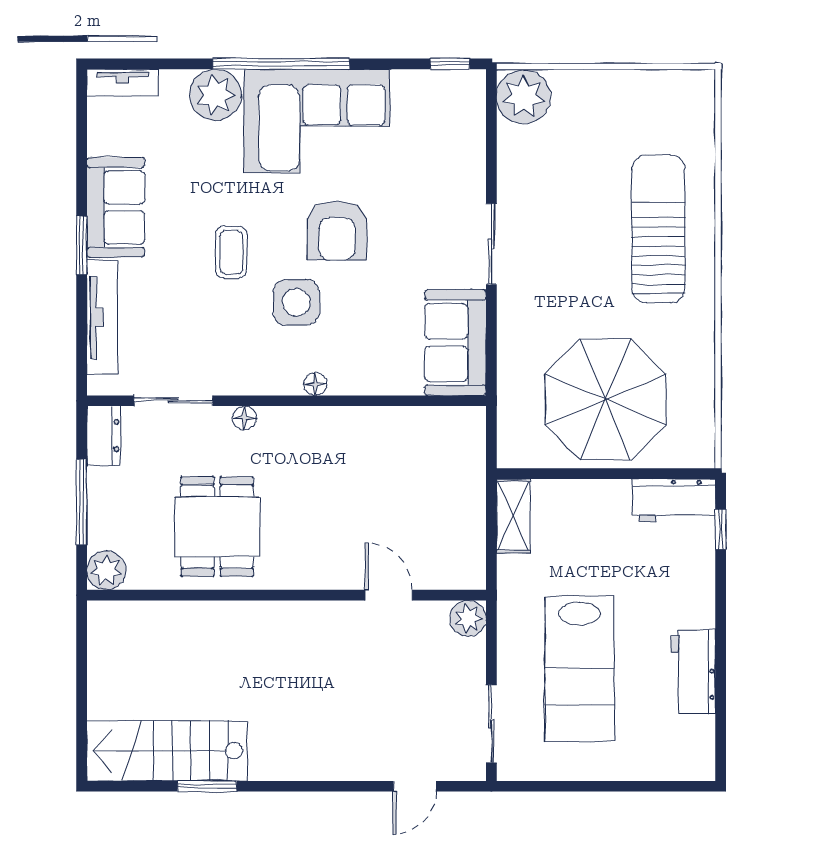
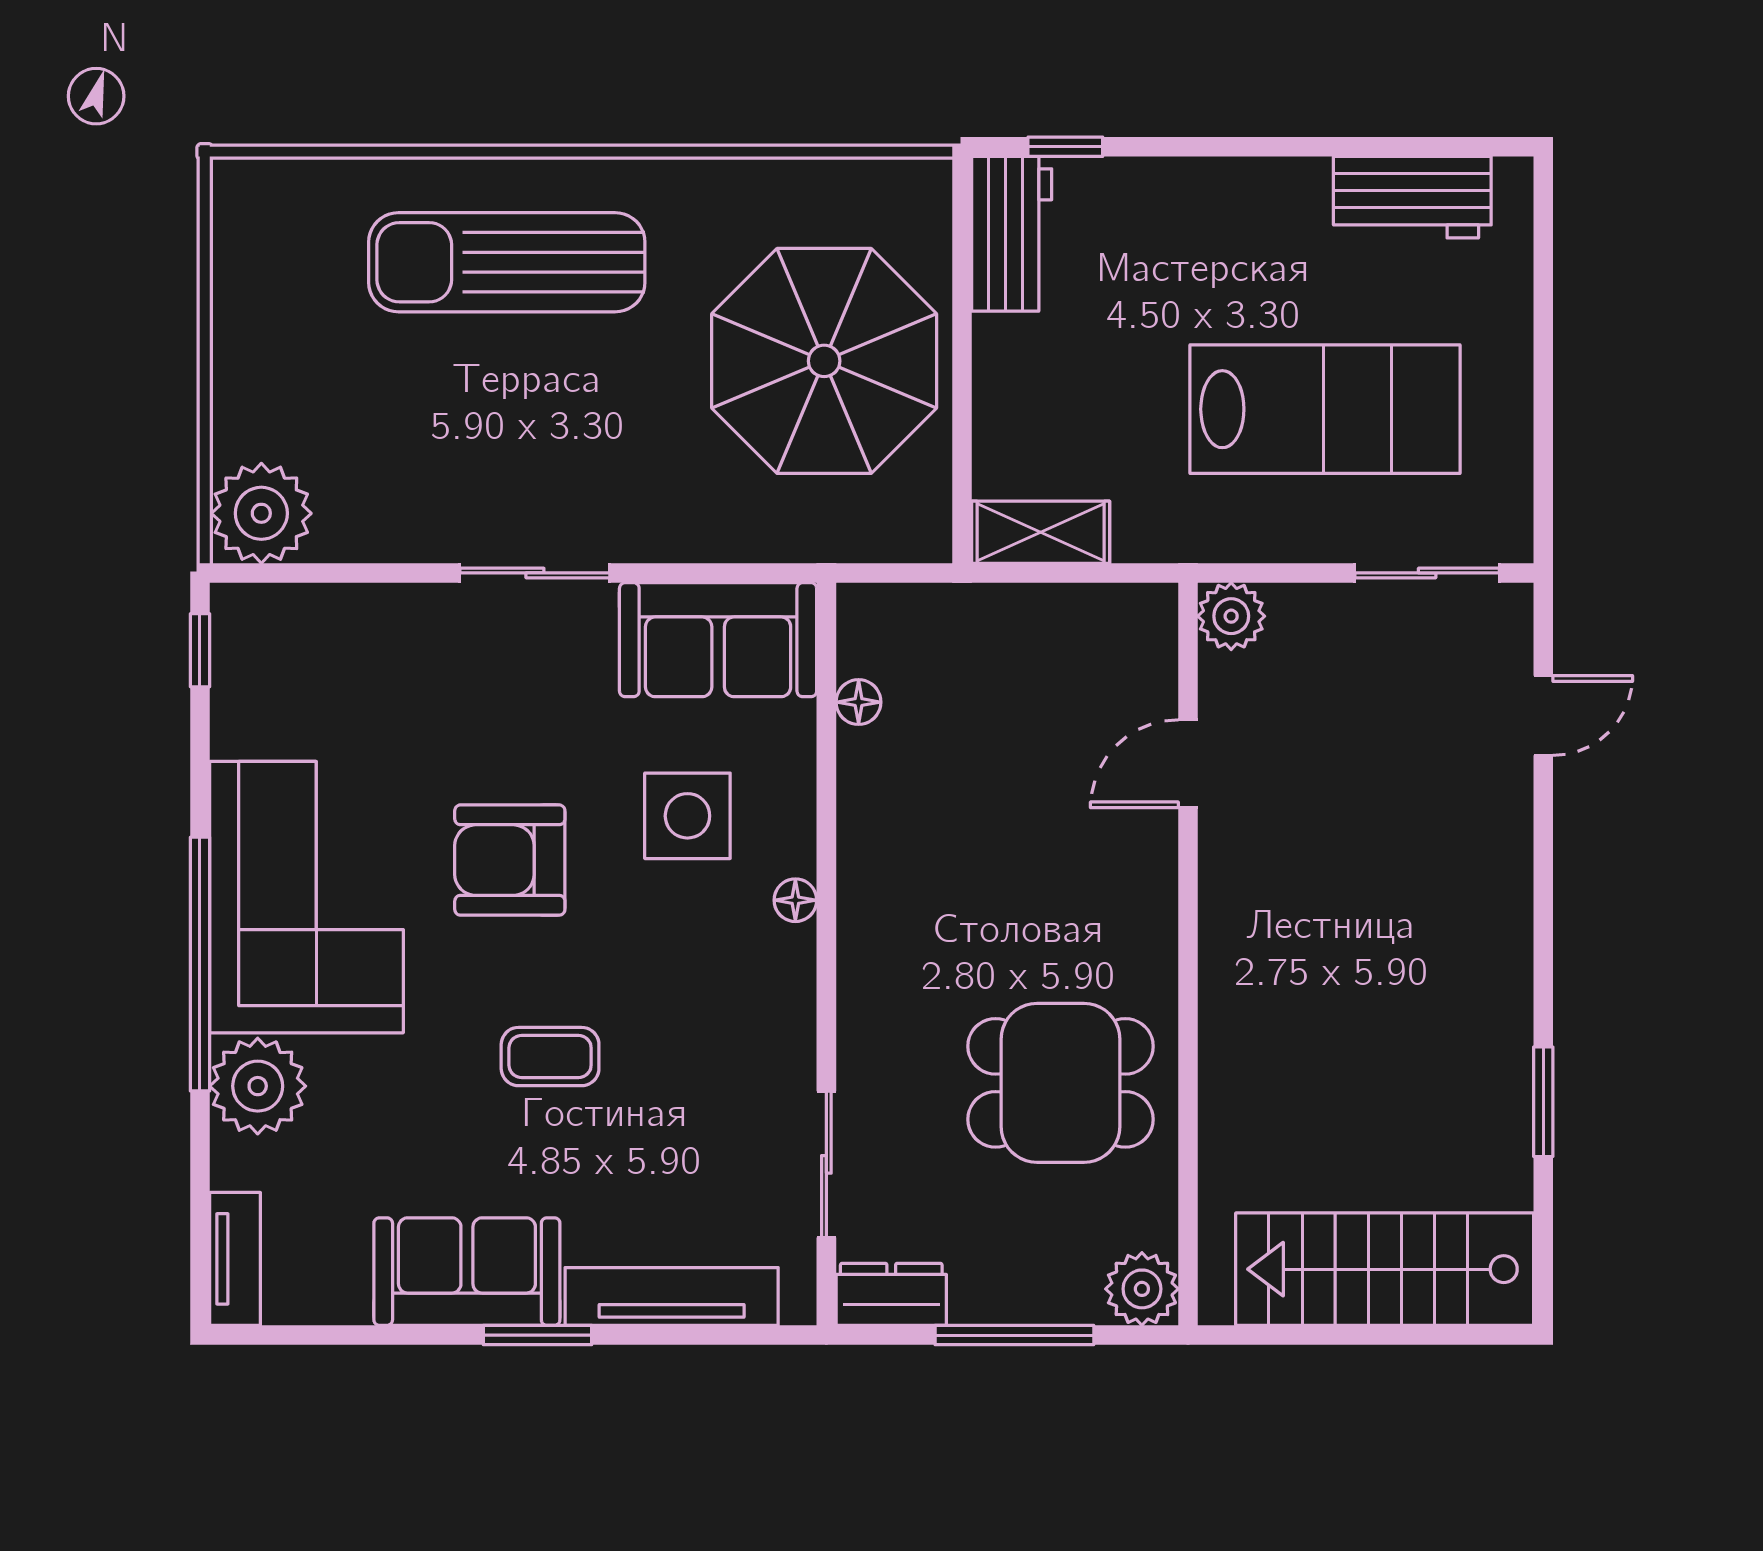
armchair: (337, 230) -> (510, 860), turned 180
side table: (296, 302) -> (687, 816), moved
floor lamp: (244, 418) -> (859, 702), moved
workbench: (693, 672) -> (1412, 197), moved
stairs: (167, 751) -> (1385, 1269), moved, turned 90
door: (415, 786) -> (1543, 715), hinge flipped

